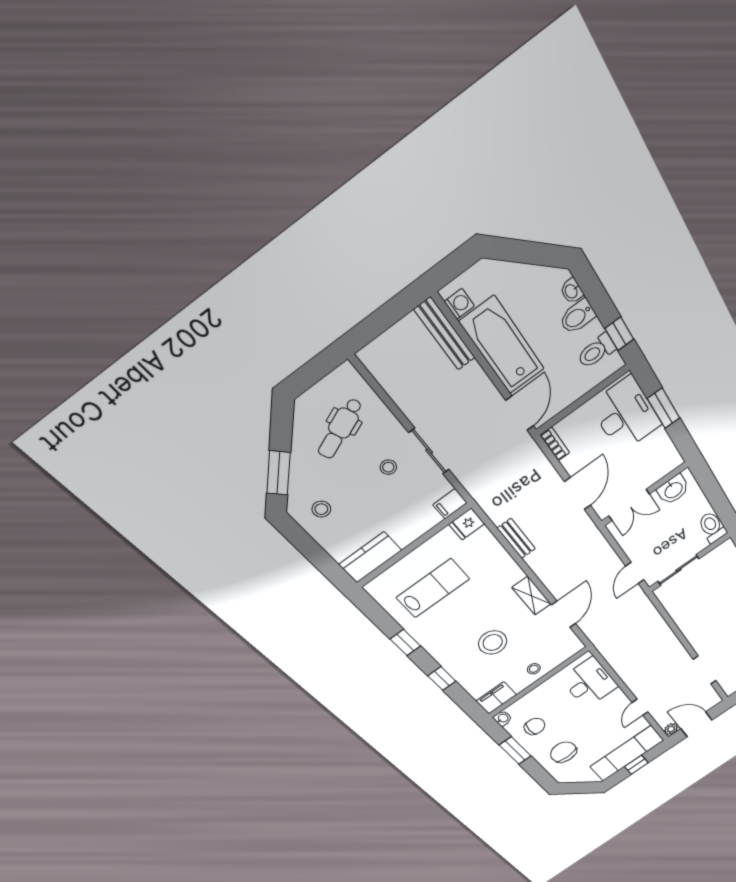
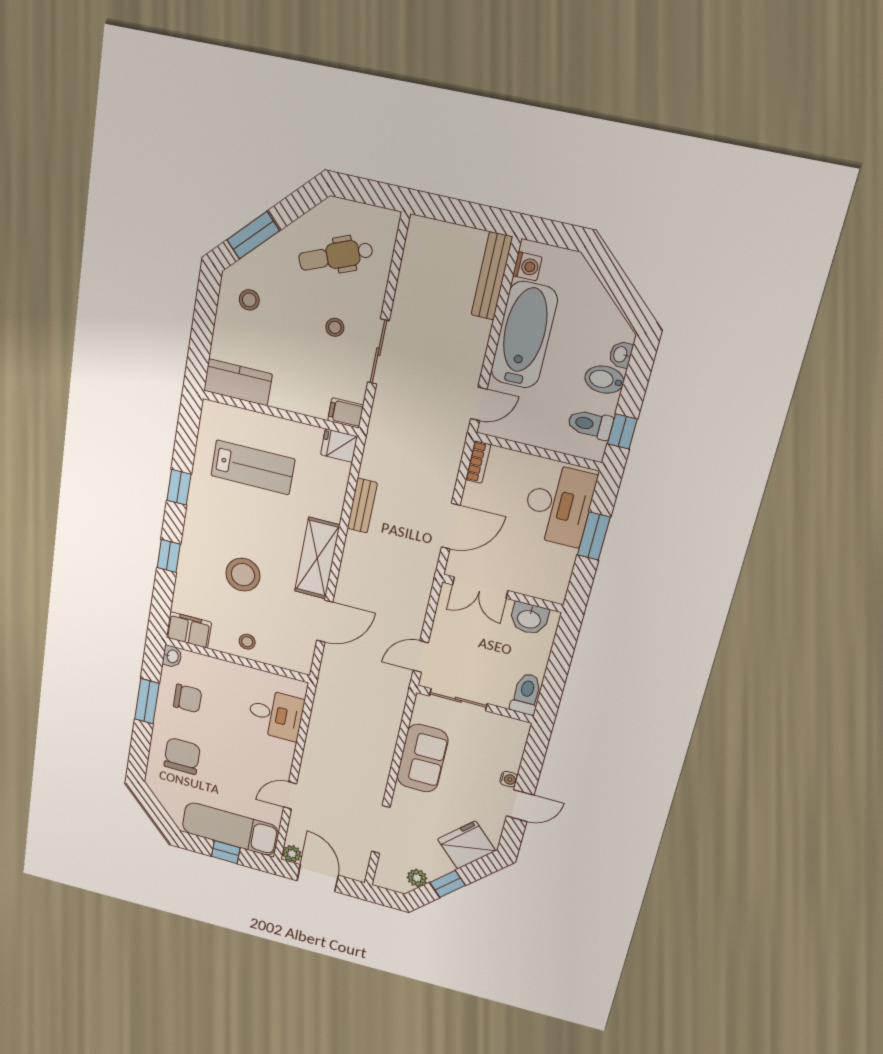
door: (520, 413) -> (479, 404), width x0.73
shelving: (531, 596) -> (317, 558), width x1.50, depth x1.33
sofa: (690, 617) -> (422, 758), added
desk: (589, 683) -> (276, 715), width x0.73

